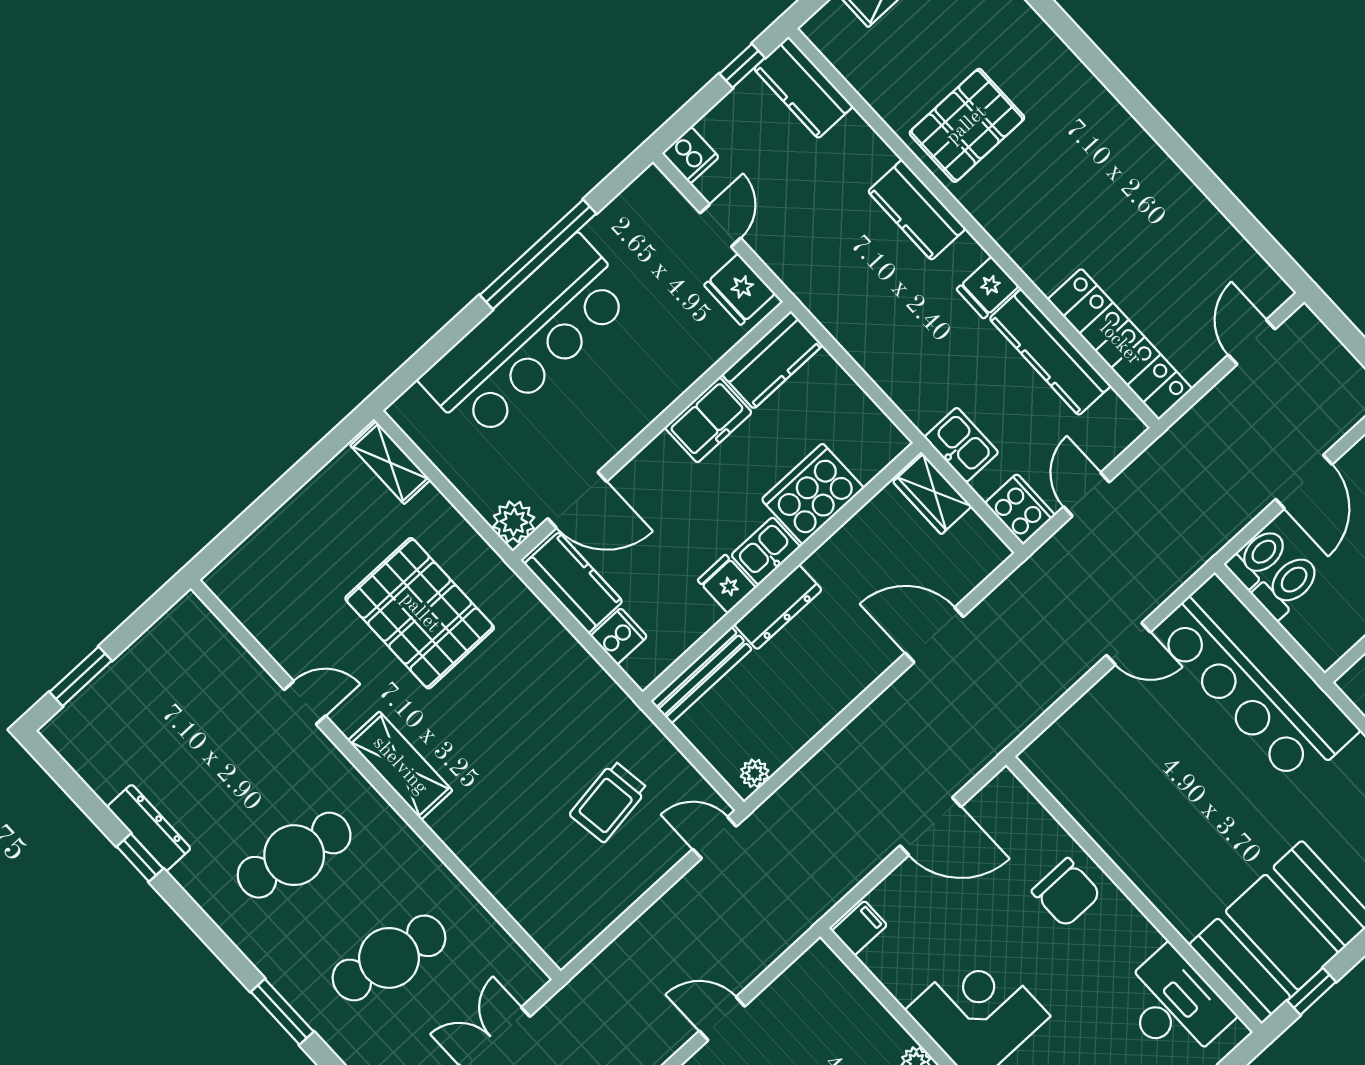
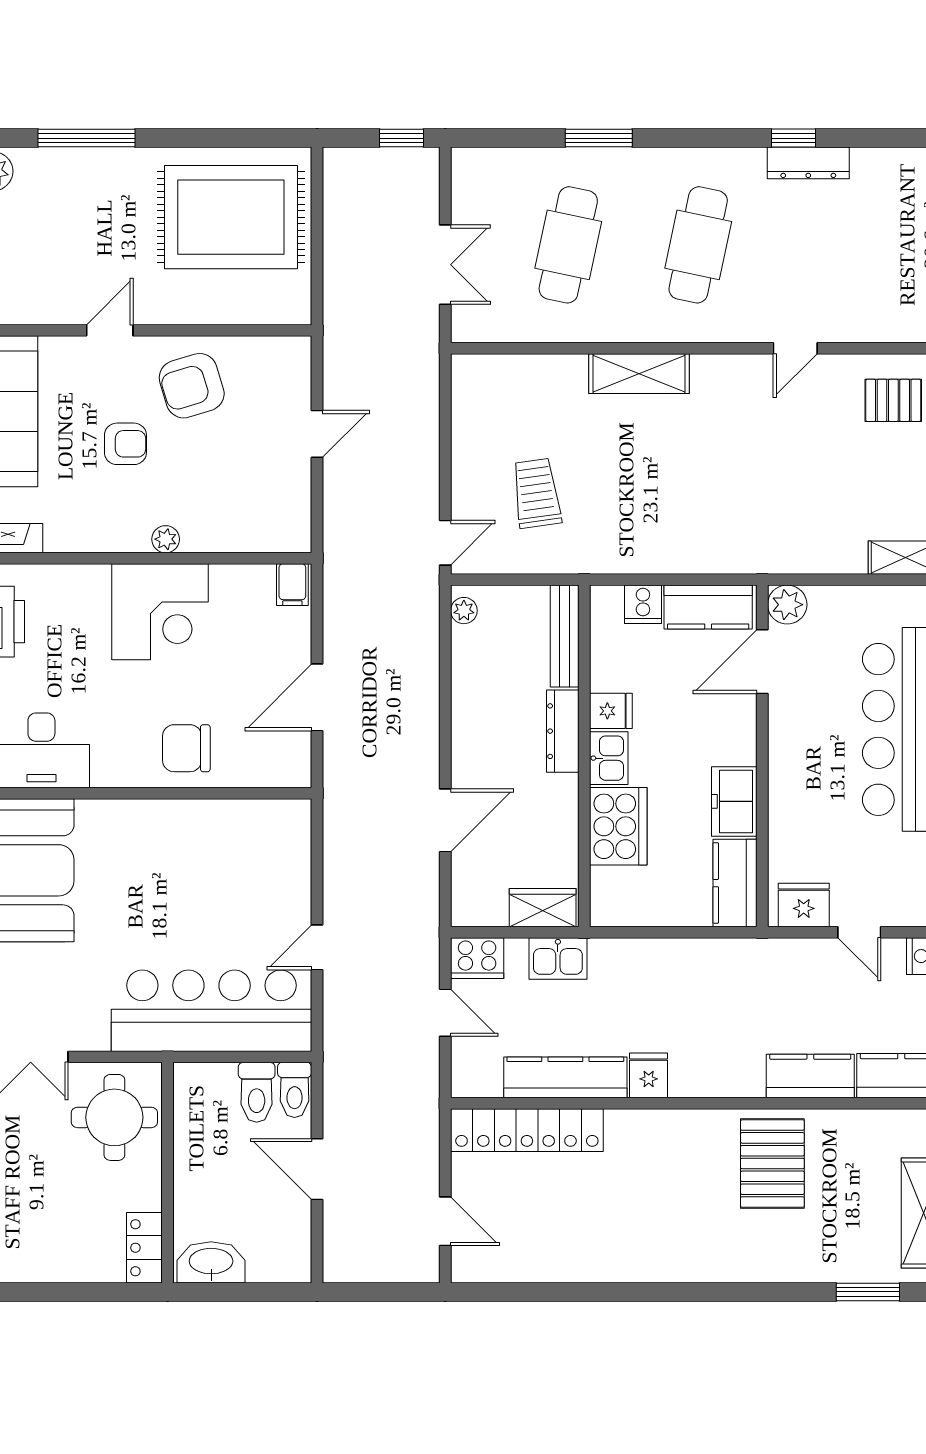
kitchen counter: (917, 210) -> (810, 1076), moved
pallet: (420, 613) -> (893, 400), moved, width x0.49, depth x0.50
shelving: (400, 766) -> (639, 374), moved

